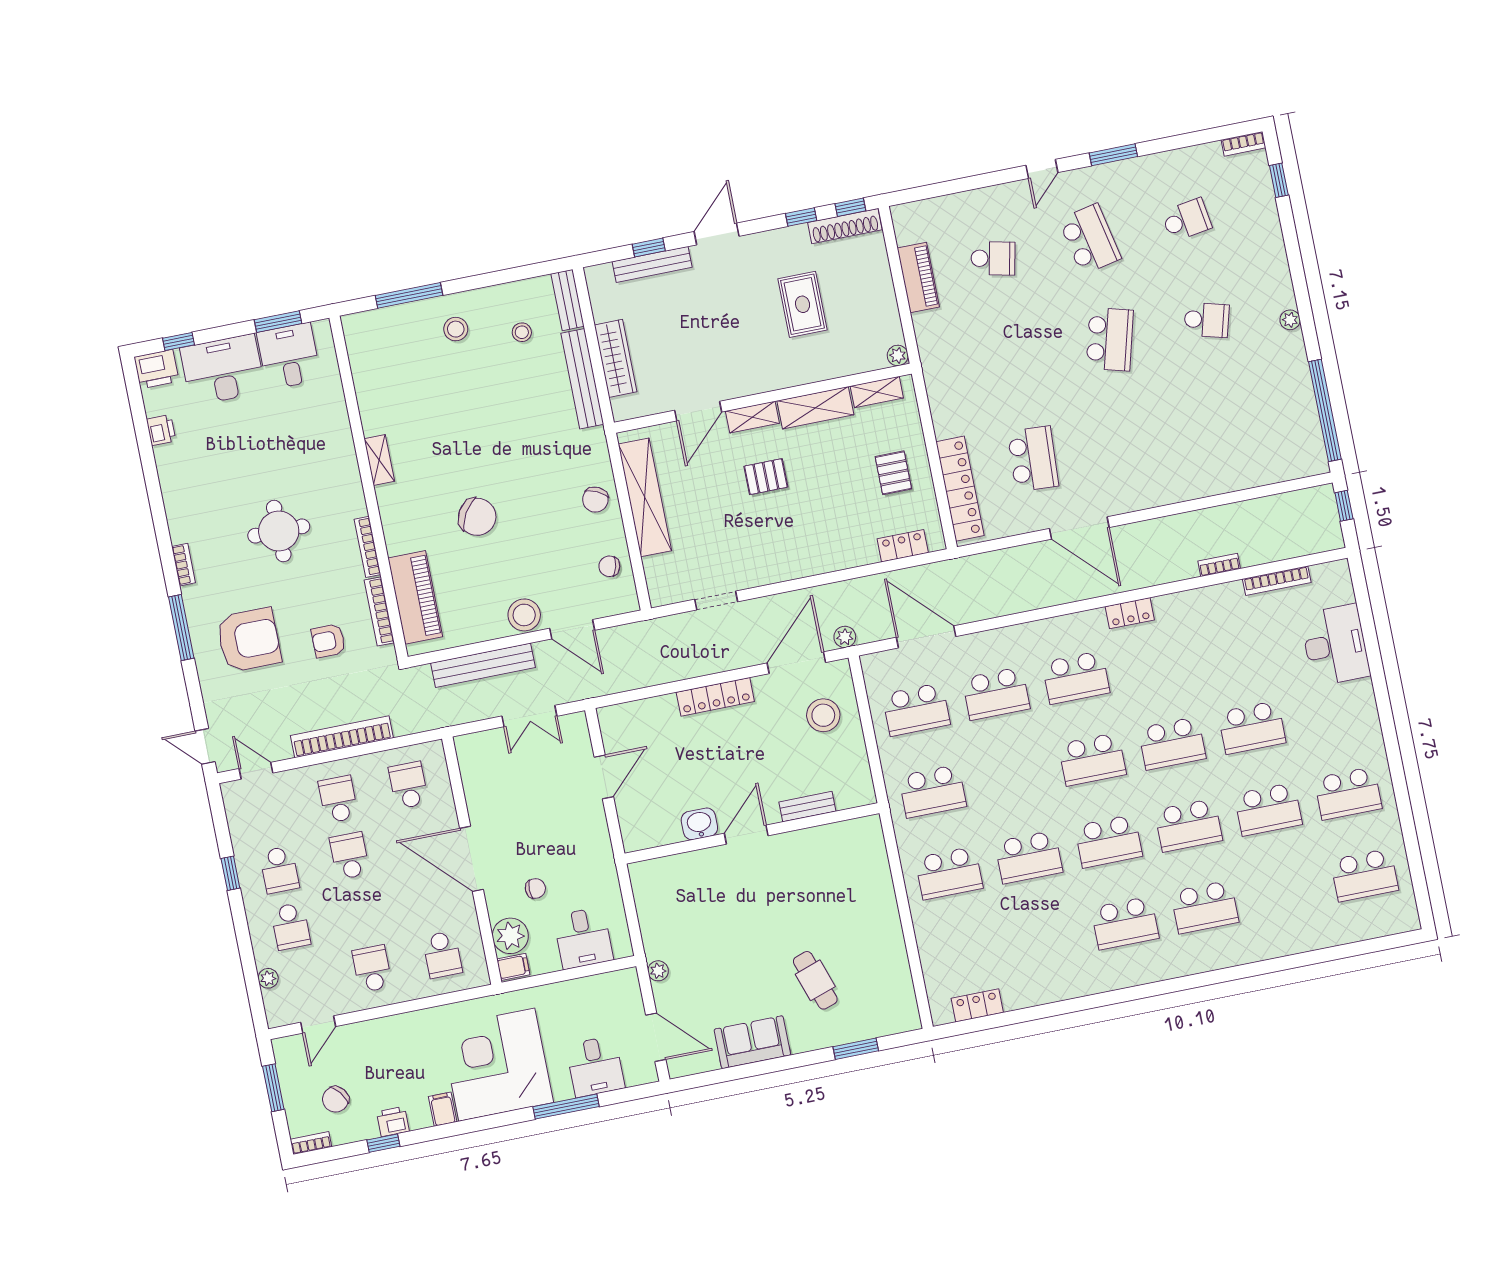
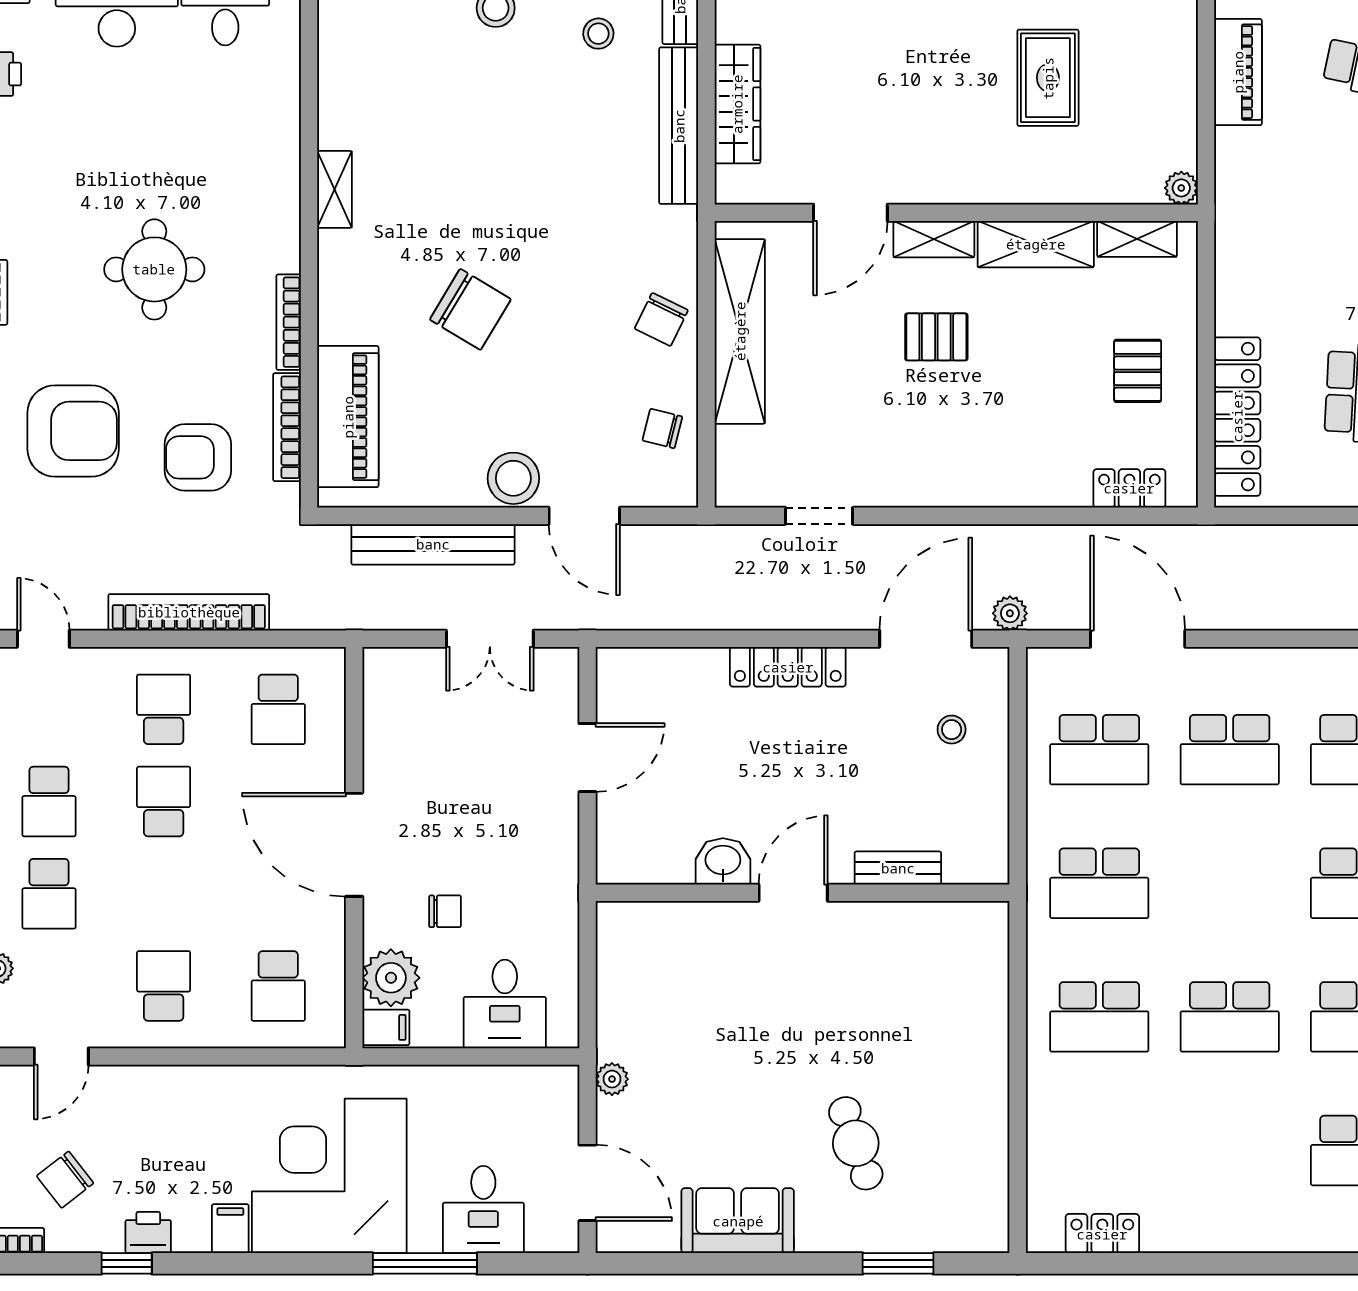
armchair: (328, 641) -> (198, 457), width x1.38, depth x1.38
stool: (823, 715) -> (952, 730), width x0.53, depth x0.53
school desk: (408, 785) -> (278, 709), turned 180

